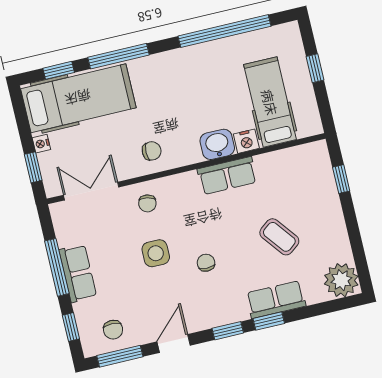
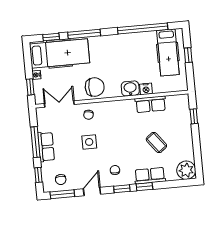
hospital bed: (270, 102) -> (168, 52), moved, turned 180
chair: (152, 151) -> (95, 87), width x1.87, depth x1.87
row of seats: (227, 176) -> (151, 104), moved
chair: (206, 263) -> (115, 170), moved

